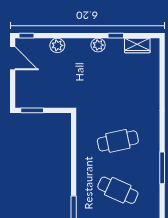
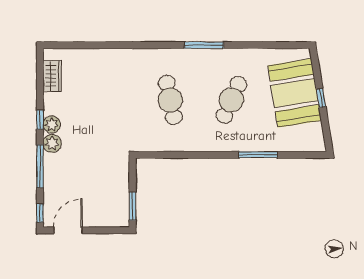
window: (64, 36) -> (40, 166), added
window: (116, 36) -> (40, 120), moved
plant: (57, 45) -> (52, 143), moved

